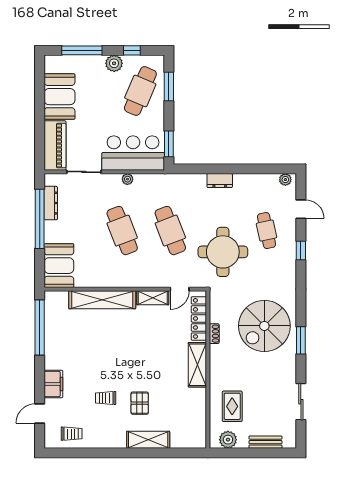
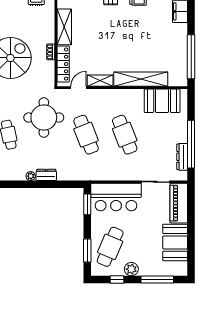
plant: (127, 179) -> (31, 176), moved
booth: (59, 266) -> (162, 101), moved, turned 90

